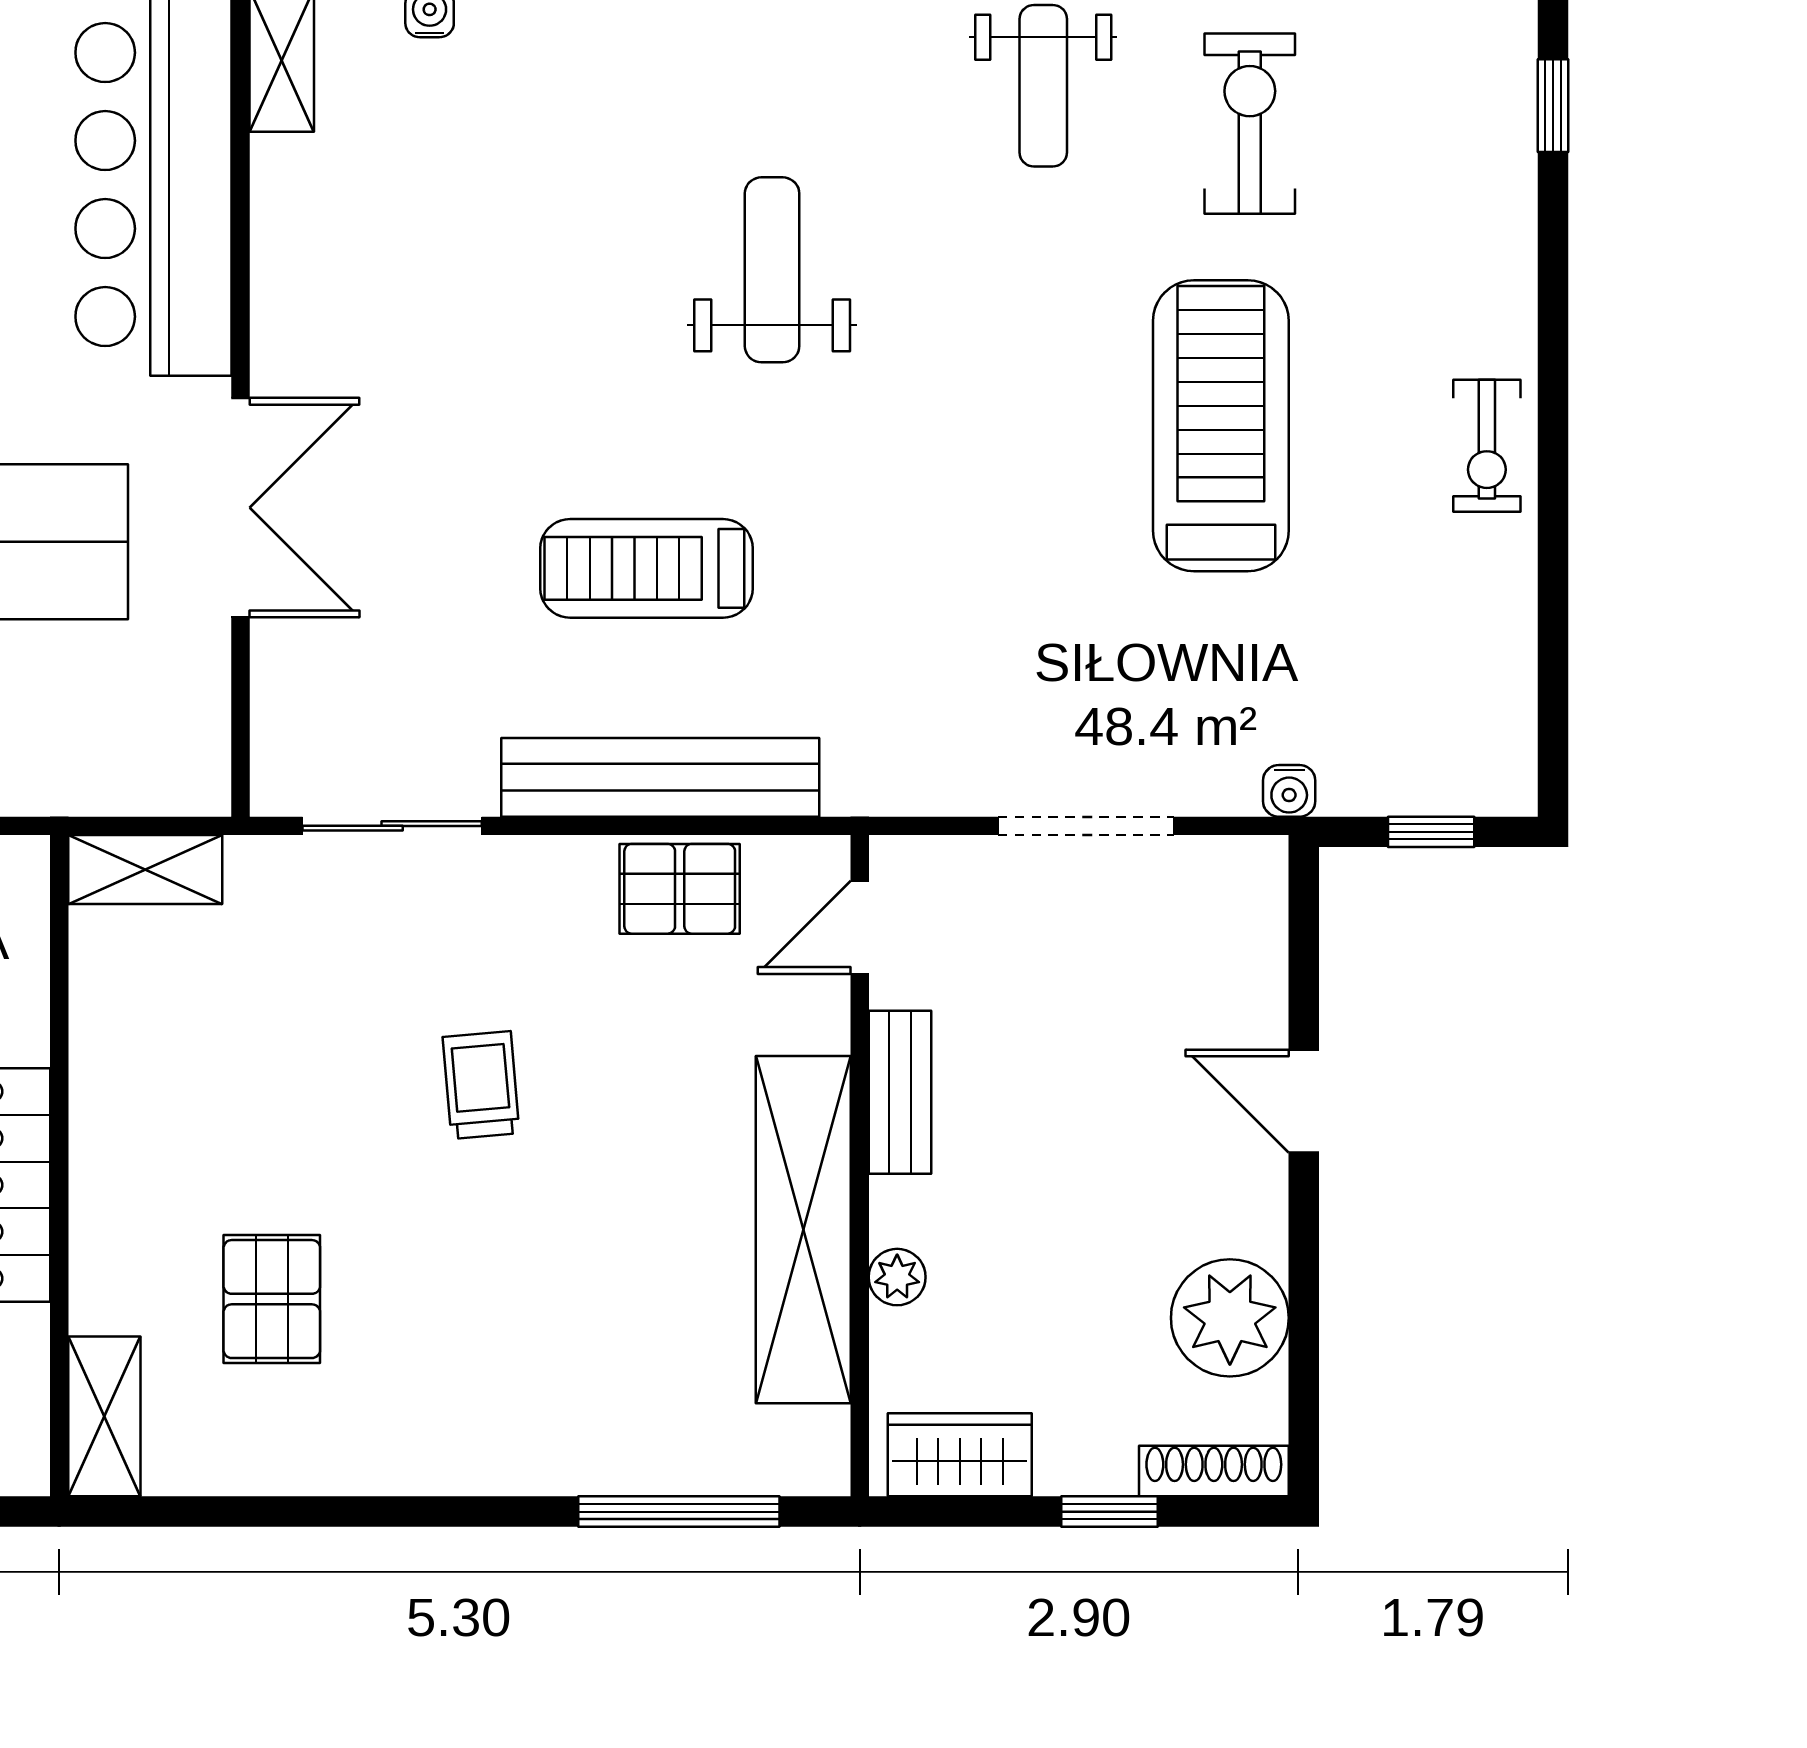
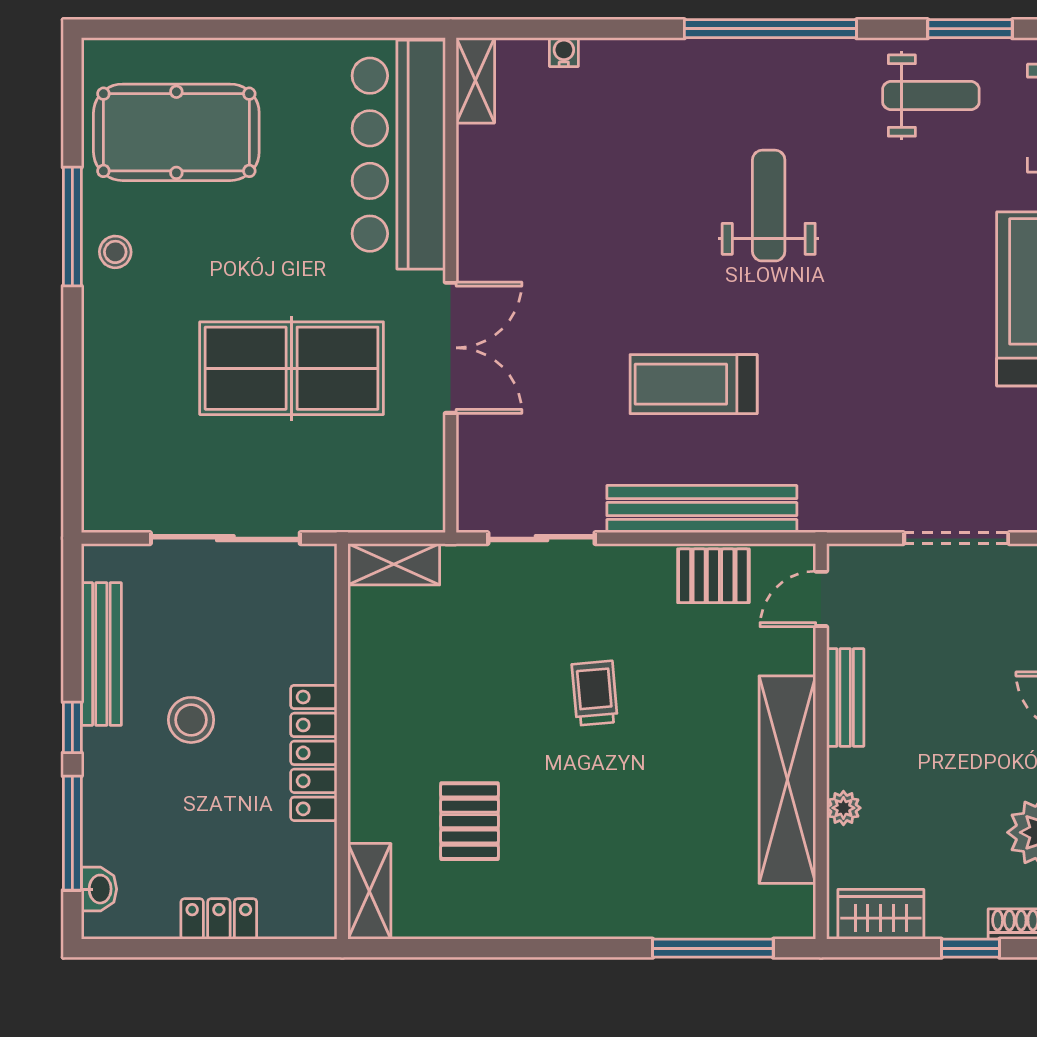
weight bench: (1043, 86) -> (931, 96), turned -90

